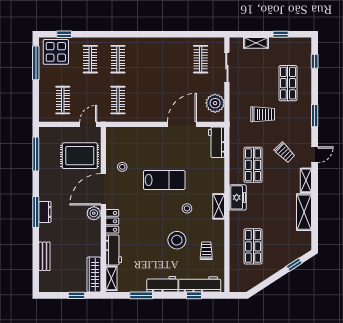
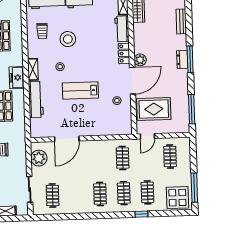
window: (64, 34) -> (141, 214), moved
clothes rail: (145, 59) -> (100, 194), added
workbench: (217, 142) -> (36, 99), moved, width x1.38

